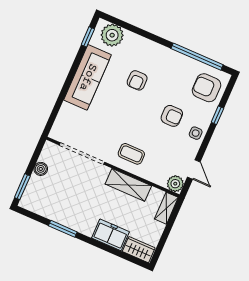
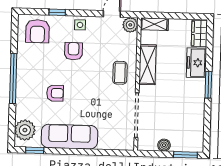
window: (197, 57) -> (13, 79), moved
window: (63, 229) -> (208, 85), moved

